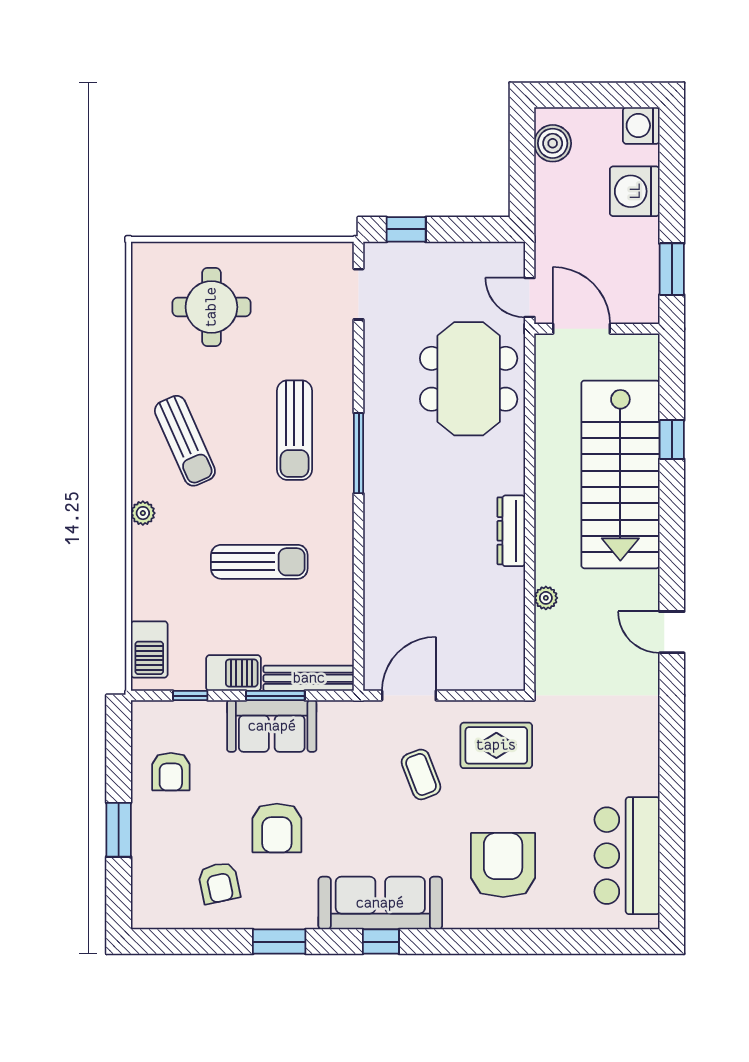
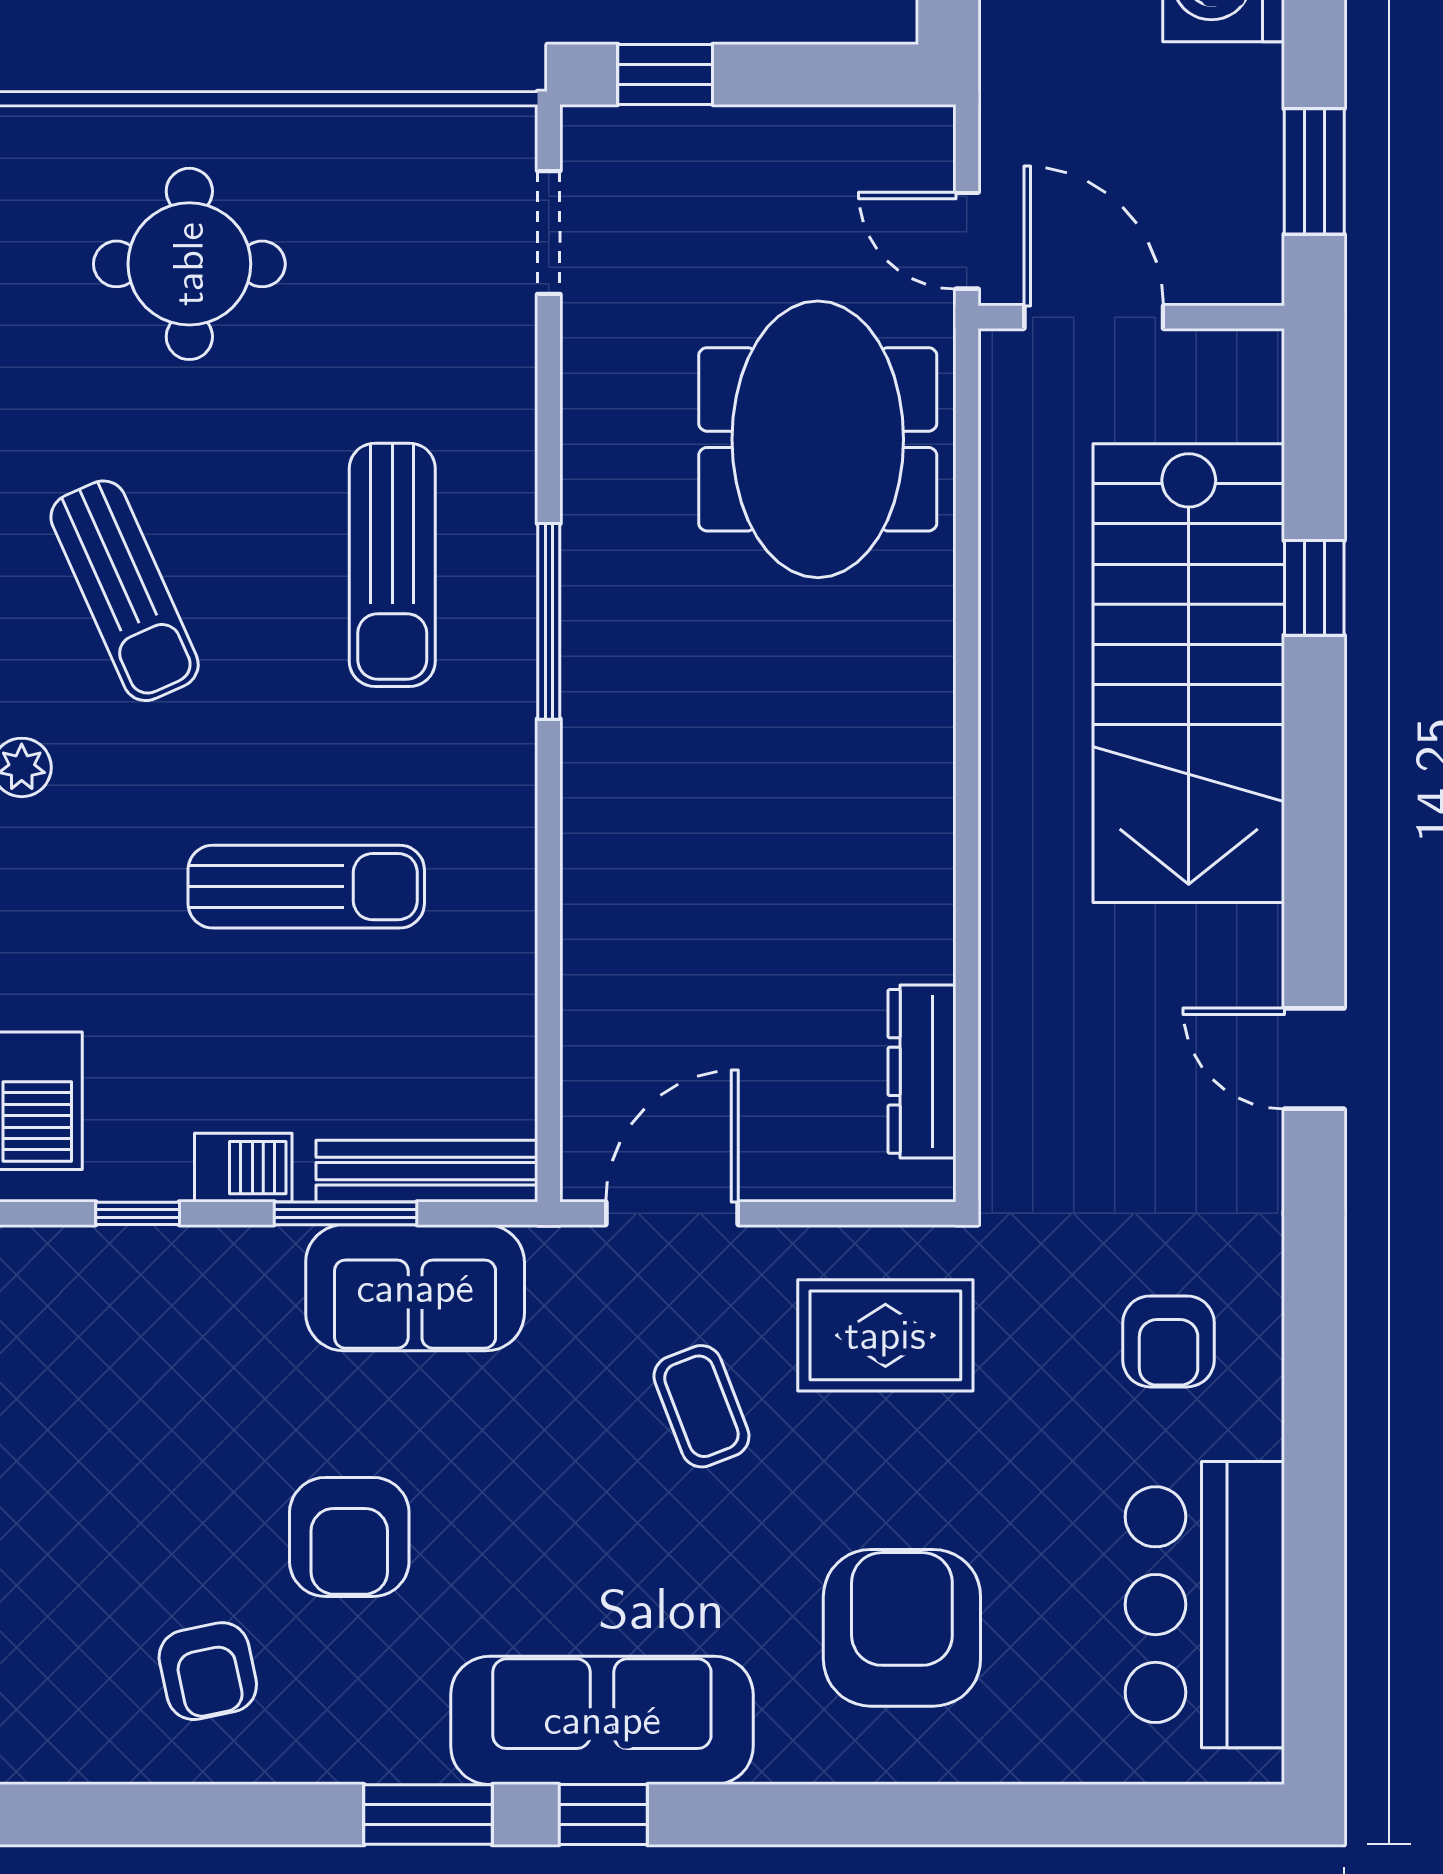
dresser: (511, 531) -> (922, 1071), moved
plant: (546, 598) -> (1007, 975), removed
barbecue: (234, 673) -> (243, 1168), width x0.73, depth x0.79
sofa: (272, 726) -> (415, 1288), moved
armchair: (171, 772) -> (1169, 1341), moved
window: (279, 942) -> (428, 1815), moved

